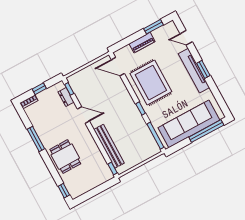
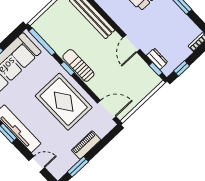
window: (39, 89) -> (182, 68), moved
sun lounger: (131, 109) -> (78, 65), added
door: (83, 115) -> (131, 43), hinge flipped

